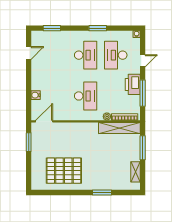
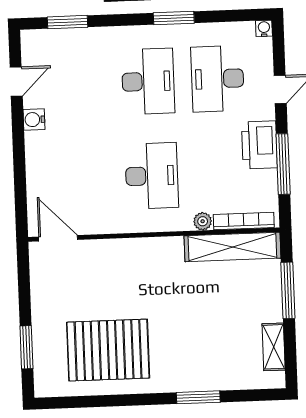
water cooler: (36, 95) -> (34, 120), moved
door: (44, 121) -> (58, 238), hinge flipped
window: (29, 142) -> (26, 347), moved

